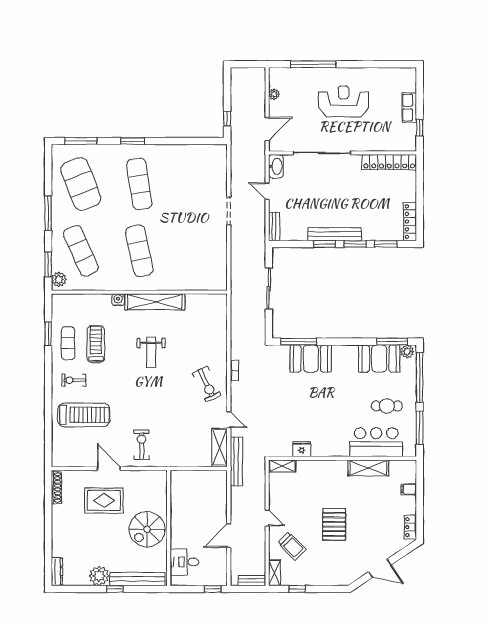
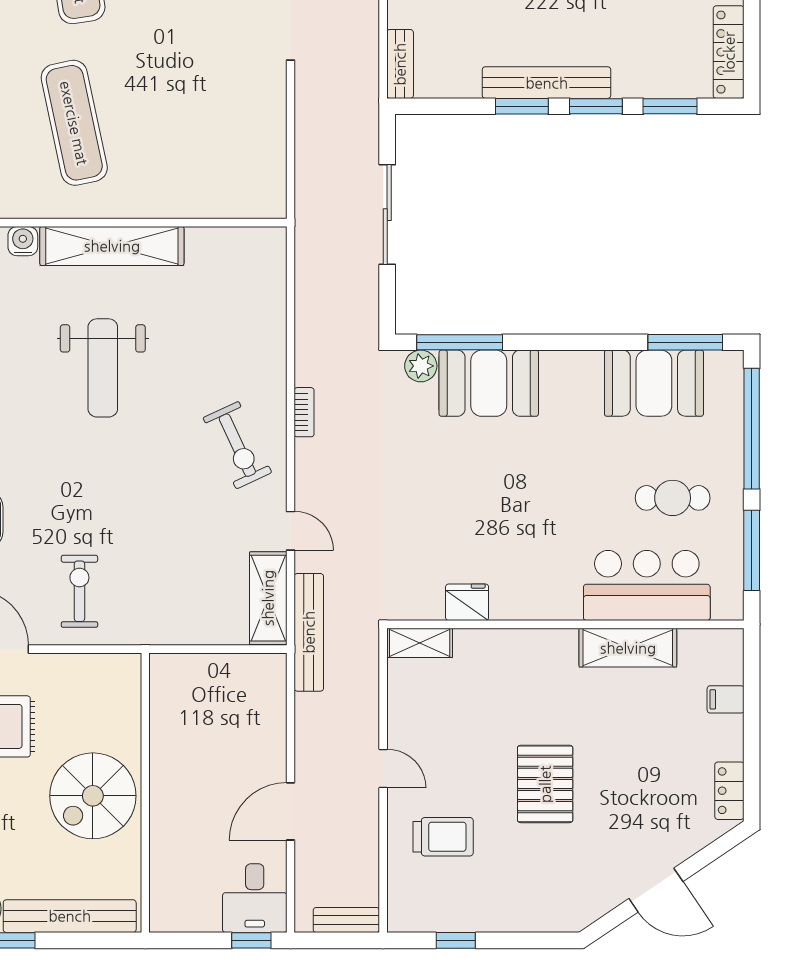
plant: (407, 351) -> (421, 366), moved
weight bench: (151, 352) -> (103, 368), width x1.36, depth x1.33
trolley: (292, 546) -> (443, 837), turned -45
desk: (185, 562) -> (255, 898), moved, turned -90
shelving: (275, 573) -> (401, 901), removed

